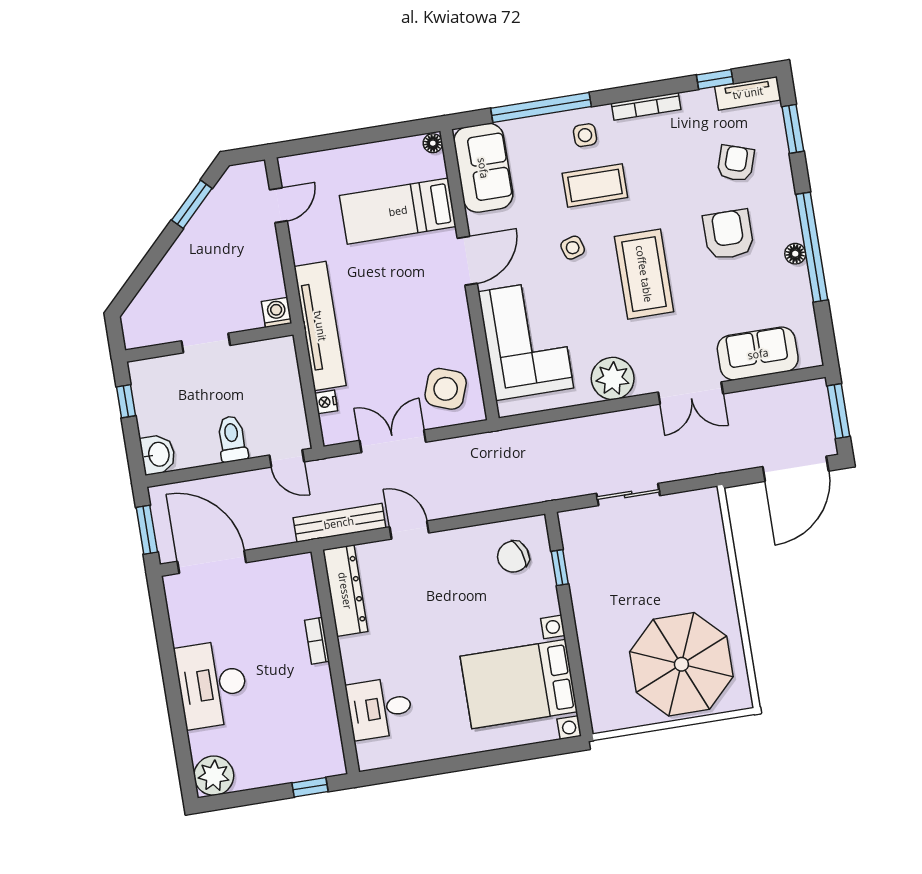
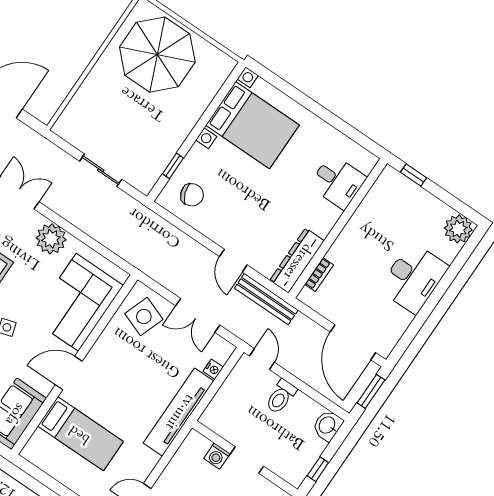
floor lamp: (433, 143) -> (28, 452), removed
washing machine: (277, 312) -> (217, 456), moved
bookcase: (317, 641) -> (319, 275), moved

